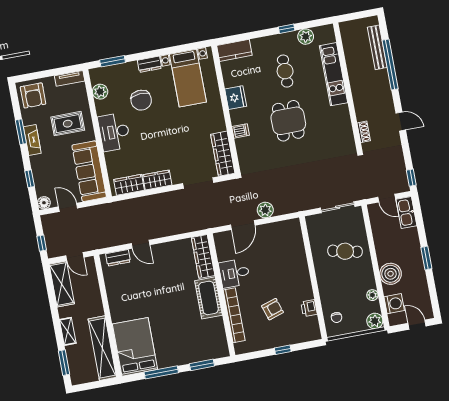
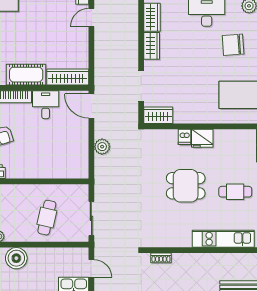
fridge: (236, 98) -> (202, 138), moved
wardrobe: (223, 154) -> (158, 115), width x0.67
door: (387, 198) -> (91, 268), swing flipped
door: (243, 225) -> (91, 106), moved

